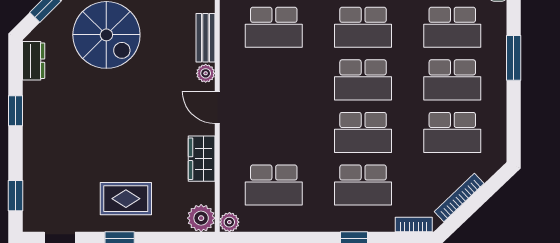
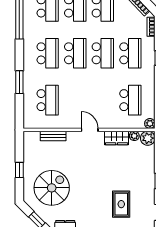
plant: (206, 73) -> (134, 136), moved
door: (217, 107) -> (90, 130), swing flipped
rug: (126, 199) -> (121, 204), moved

